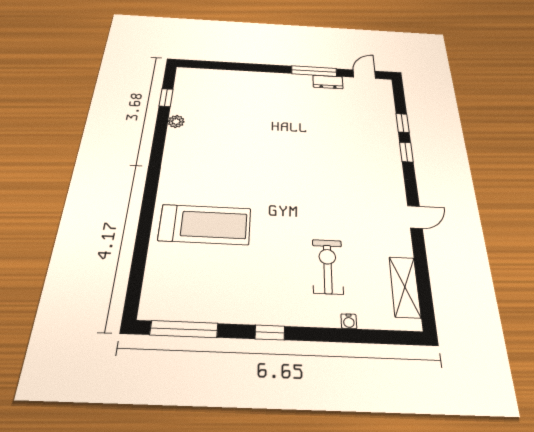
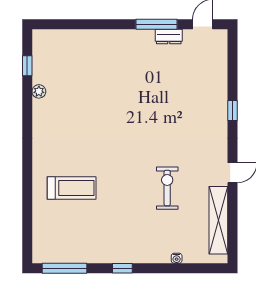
window: (403, 123) -> (233, 79), removed
treadmill: (205, 224) -> (72, 188), width x0.73, depth x0.73
exercise bike: (328, 266) -> (167, 188), moved
shelving: (405, 287) -> (218, 220), width x1.47

